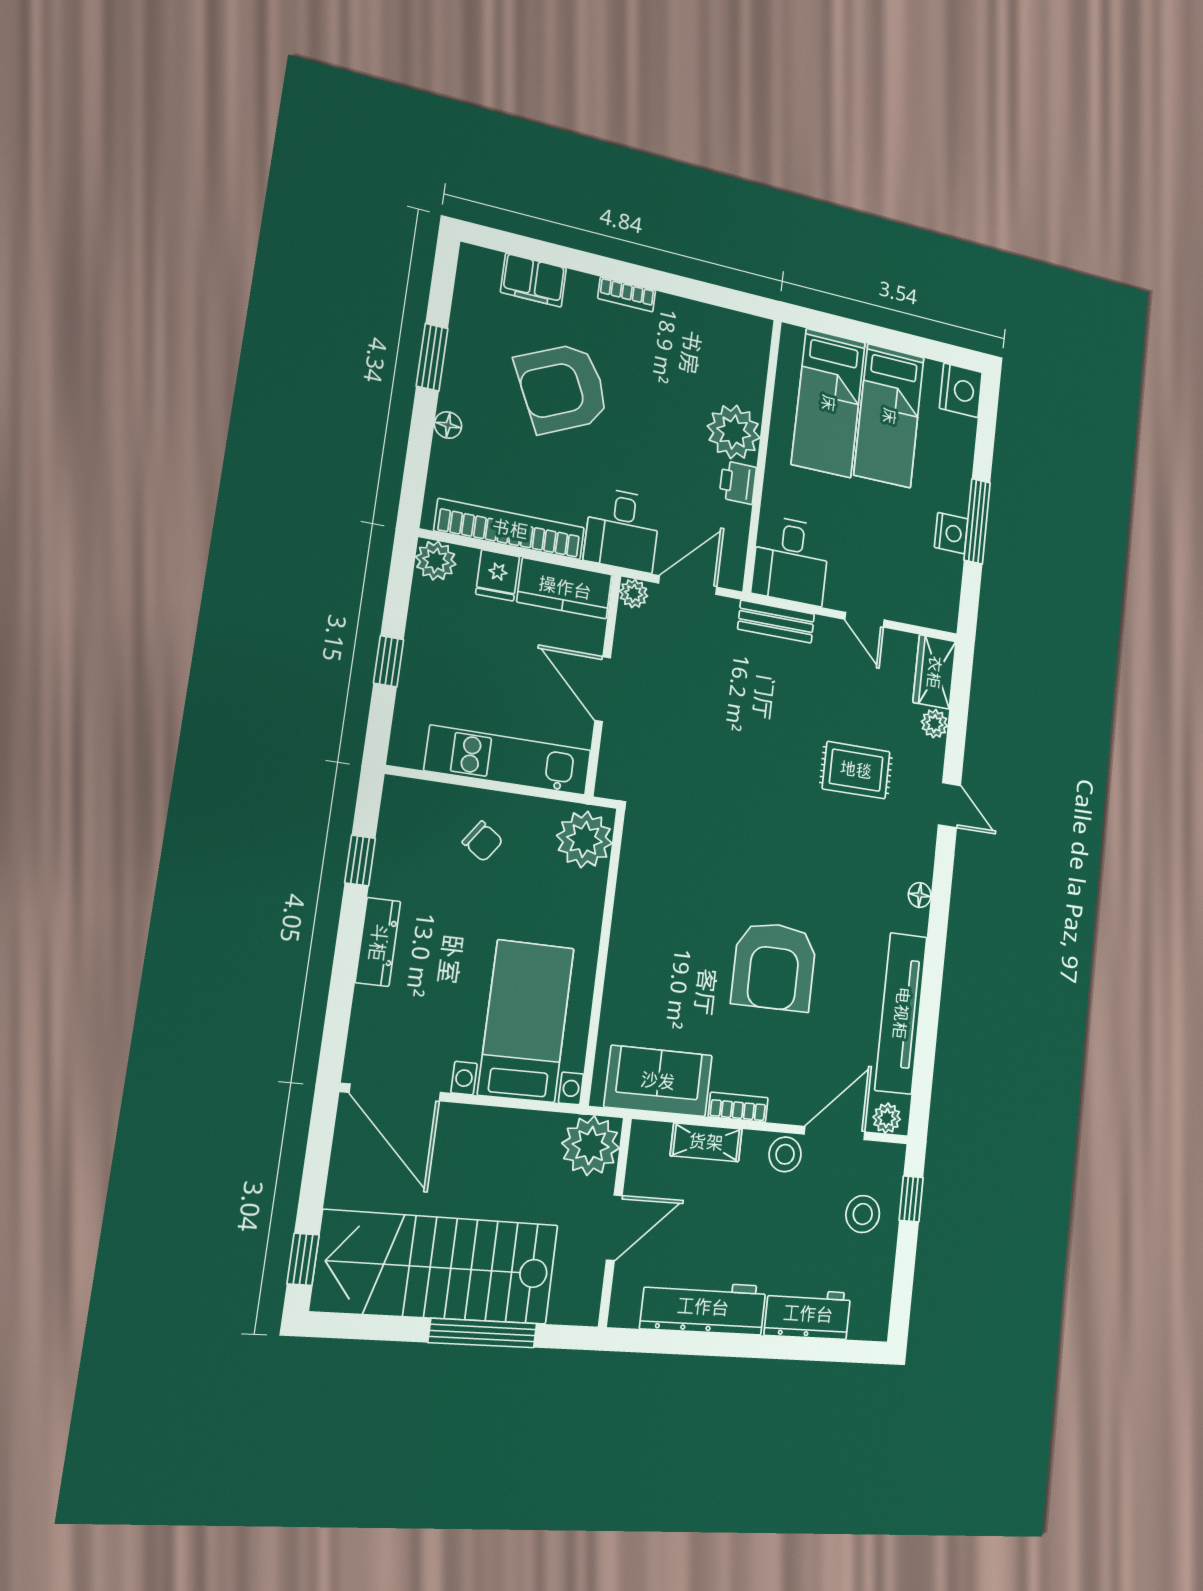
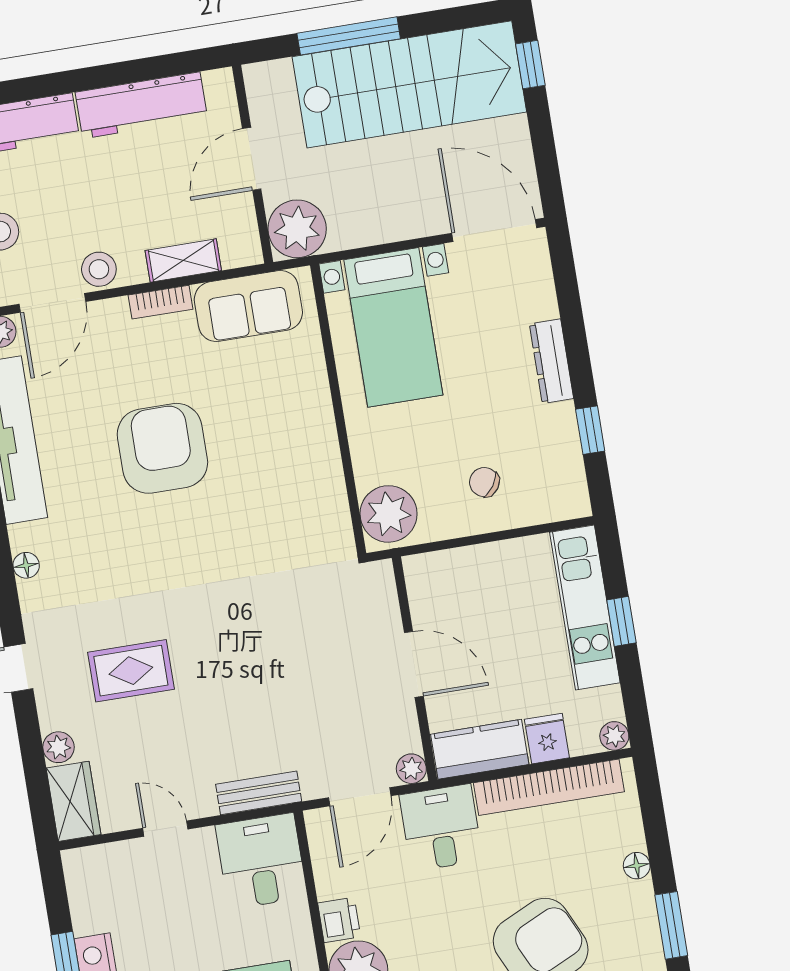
plant: (436, 561) -> (614, 736), width x0.73, depth x0.73
kitchen unit: (508, 760) -> (585, 608), moved, turned 90

